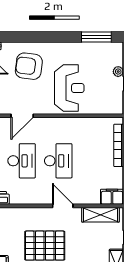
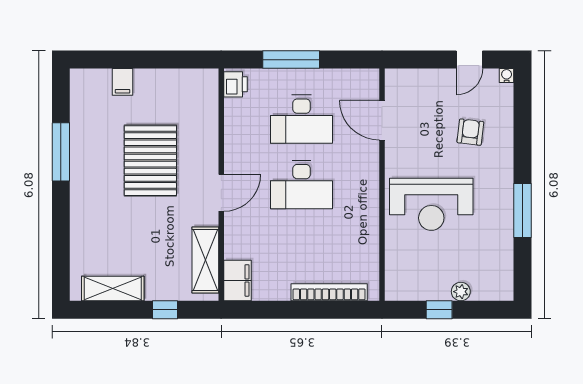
window: (96, 37) -> (522, 211), moved
armchair: (29, 66) -> (470, 132), width x0.53, depth x0.53

